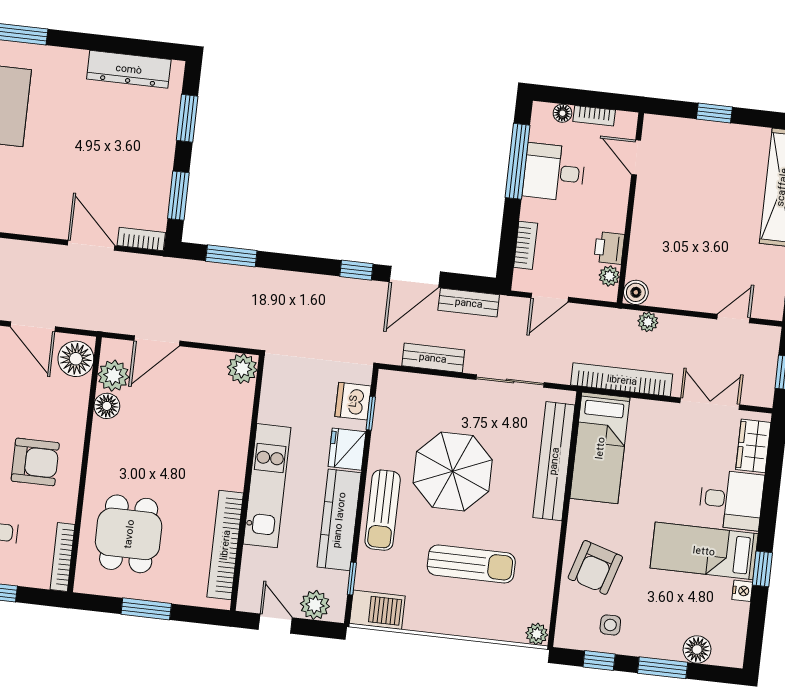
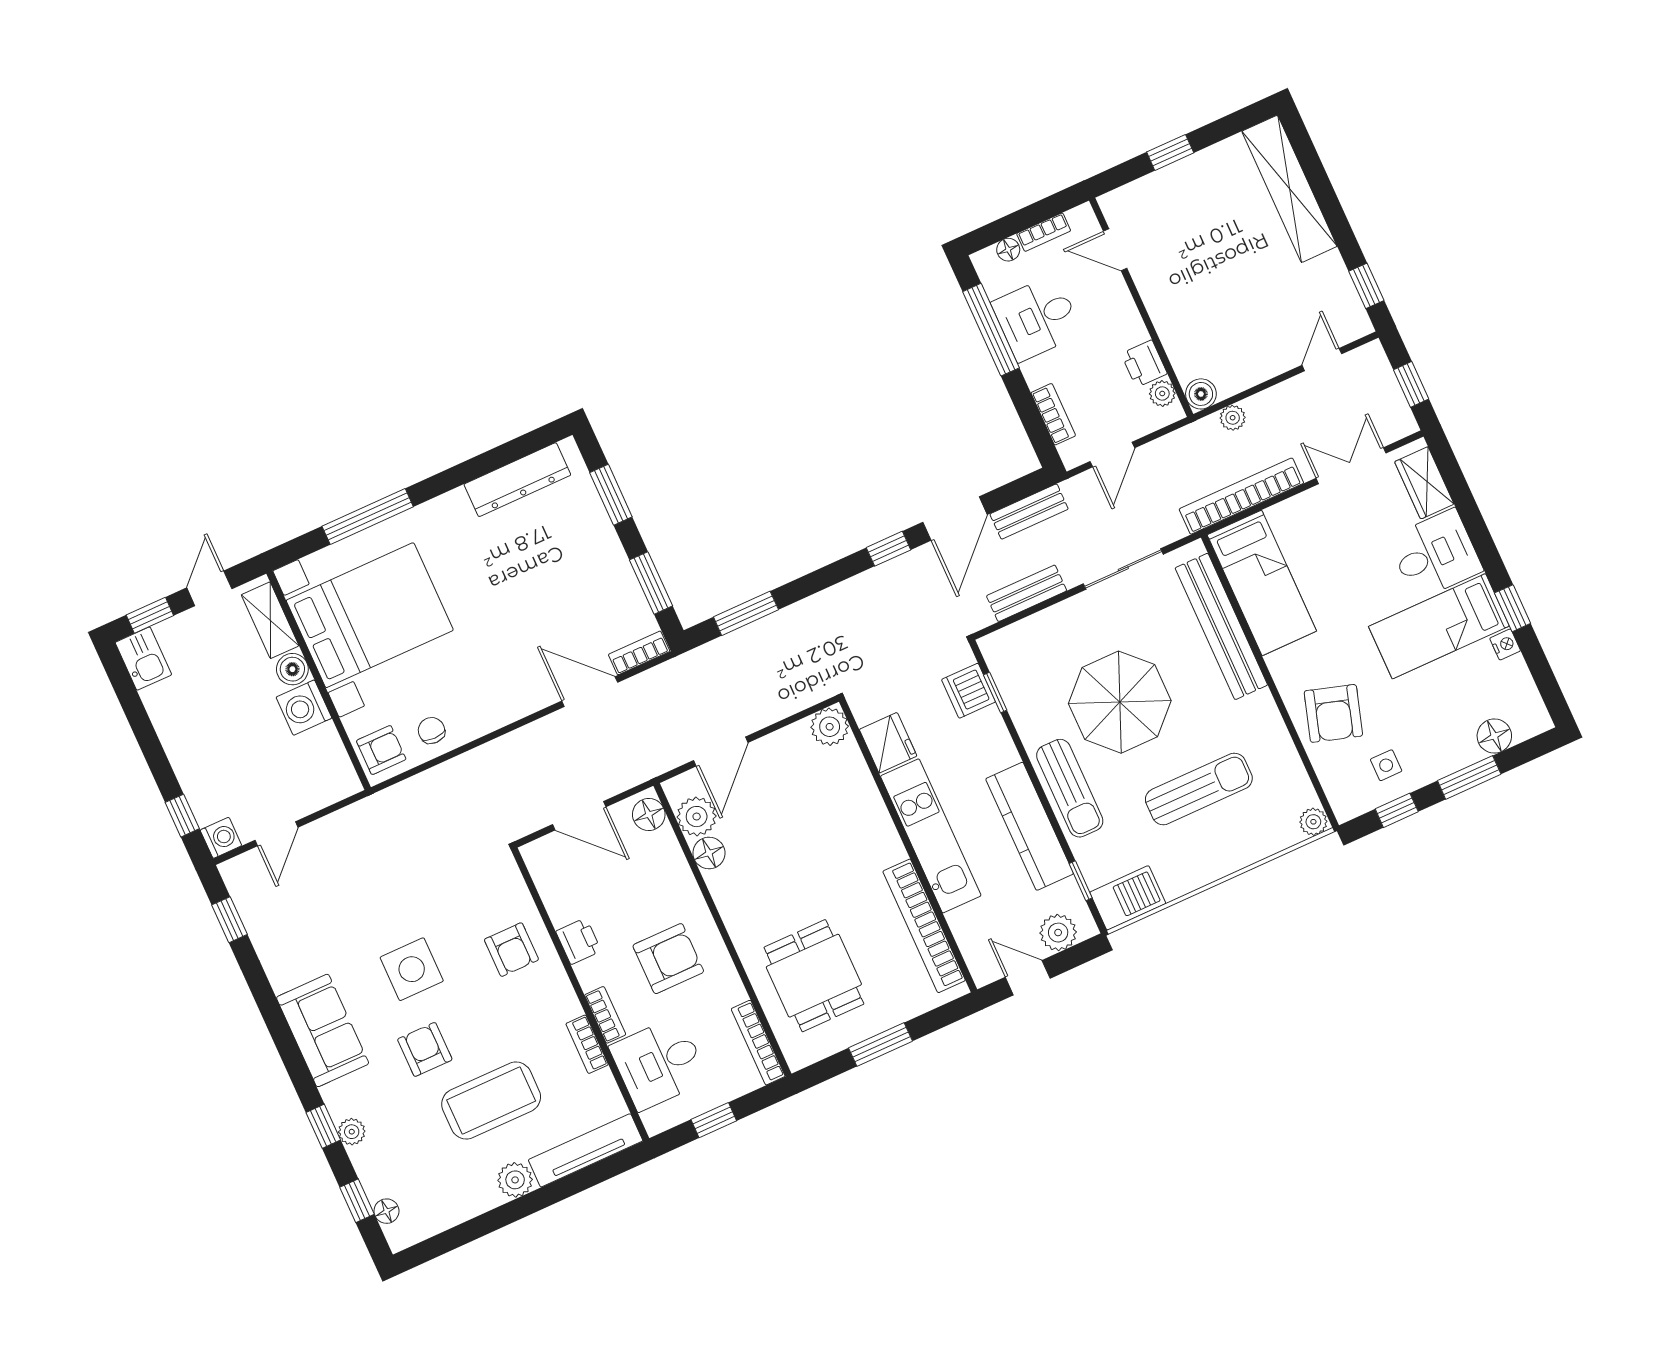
floor lamp: (76, 359) -> (649, 814), width x0.73, depth x0.73
fridge: (347, 449) -> (888, 743), moved, turned 180

